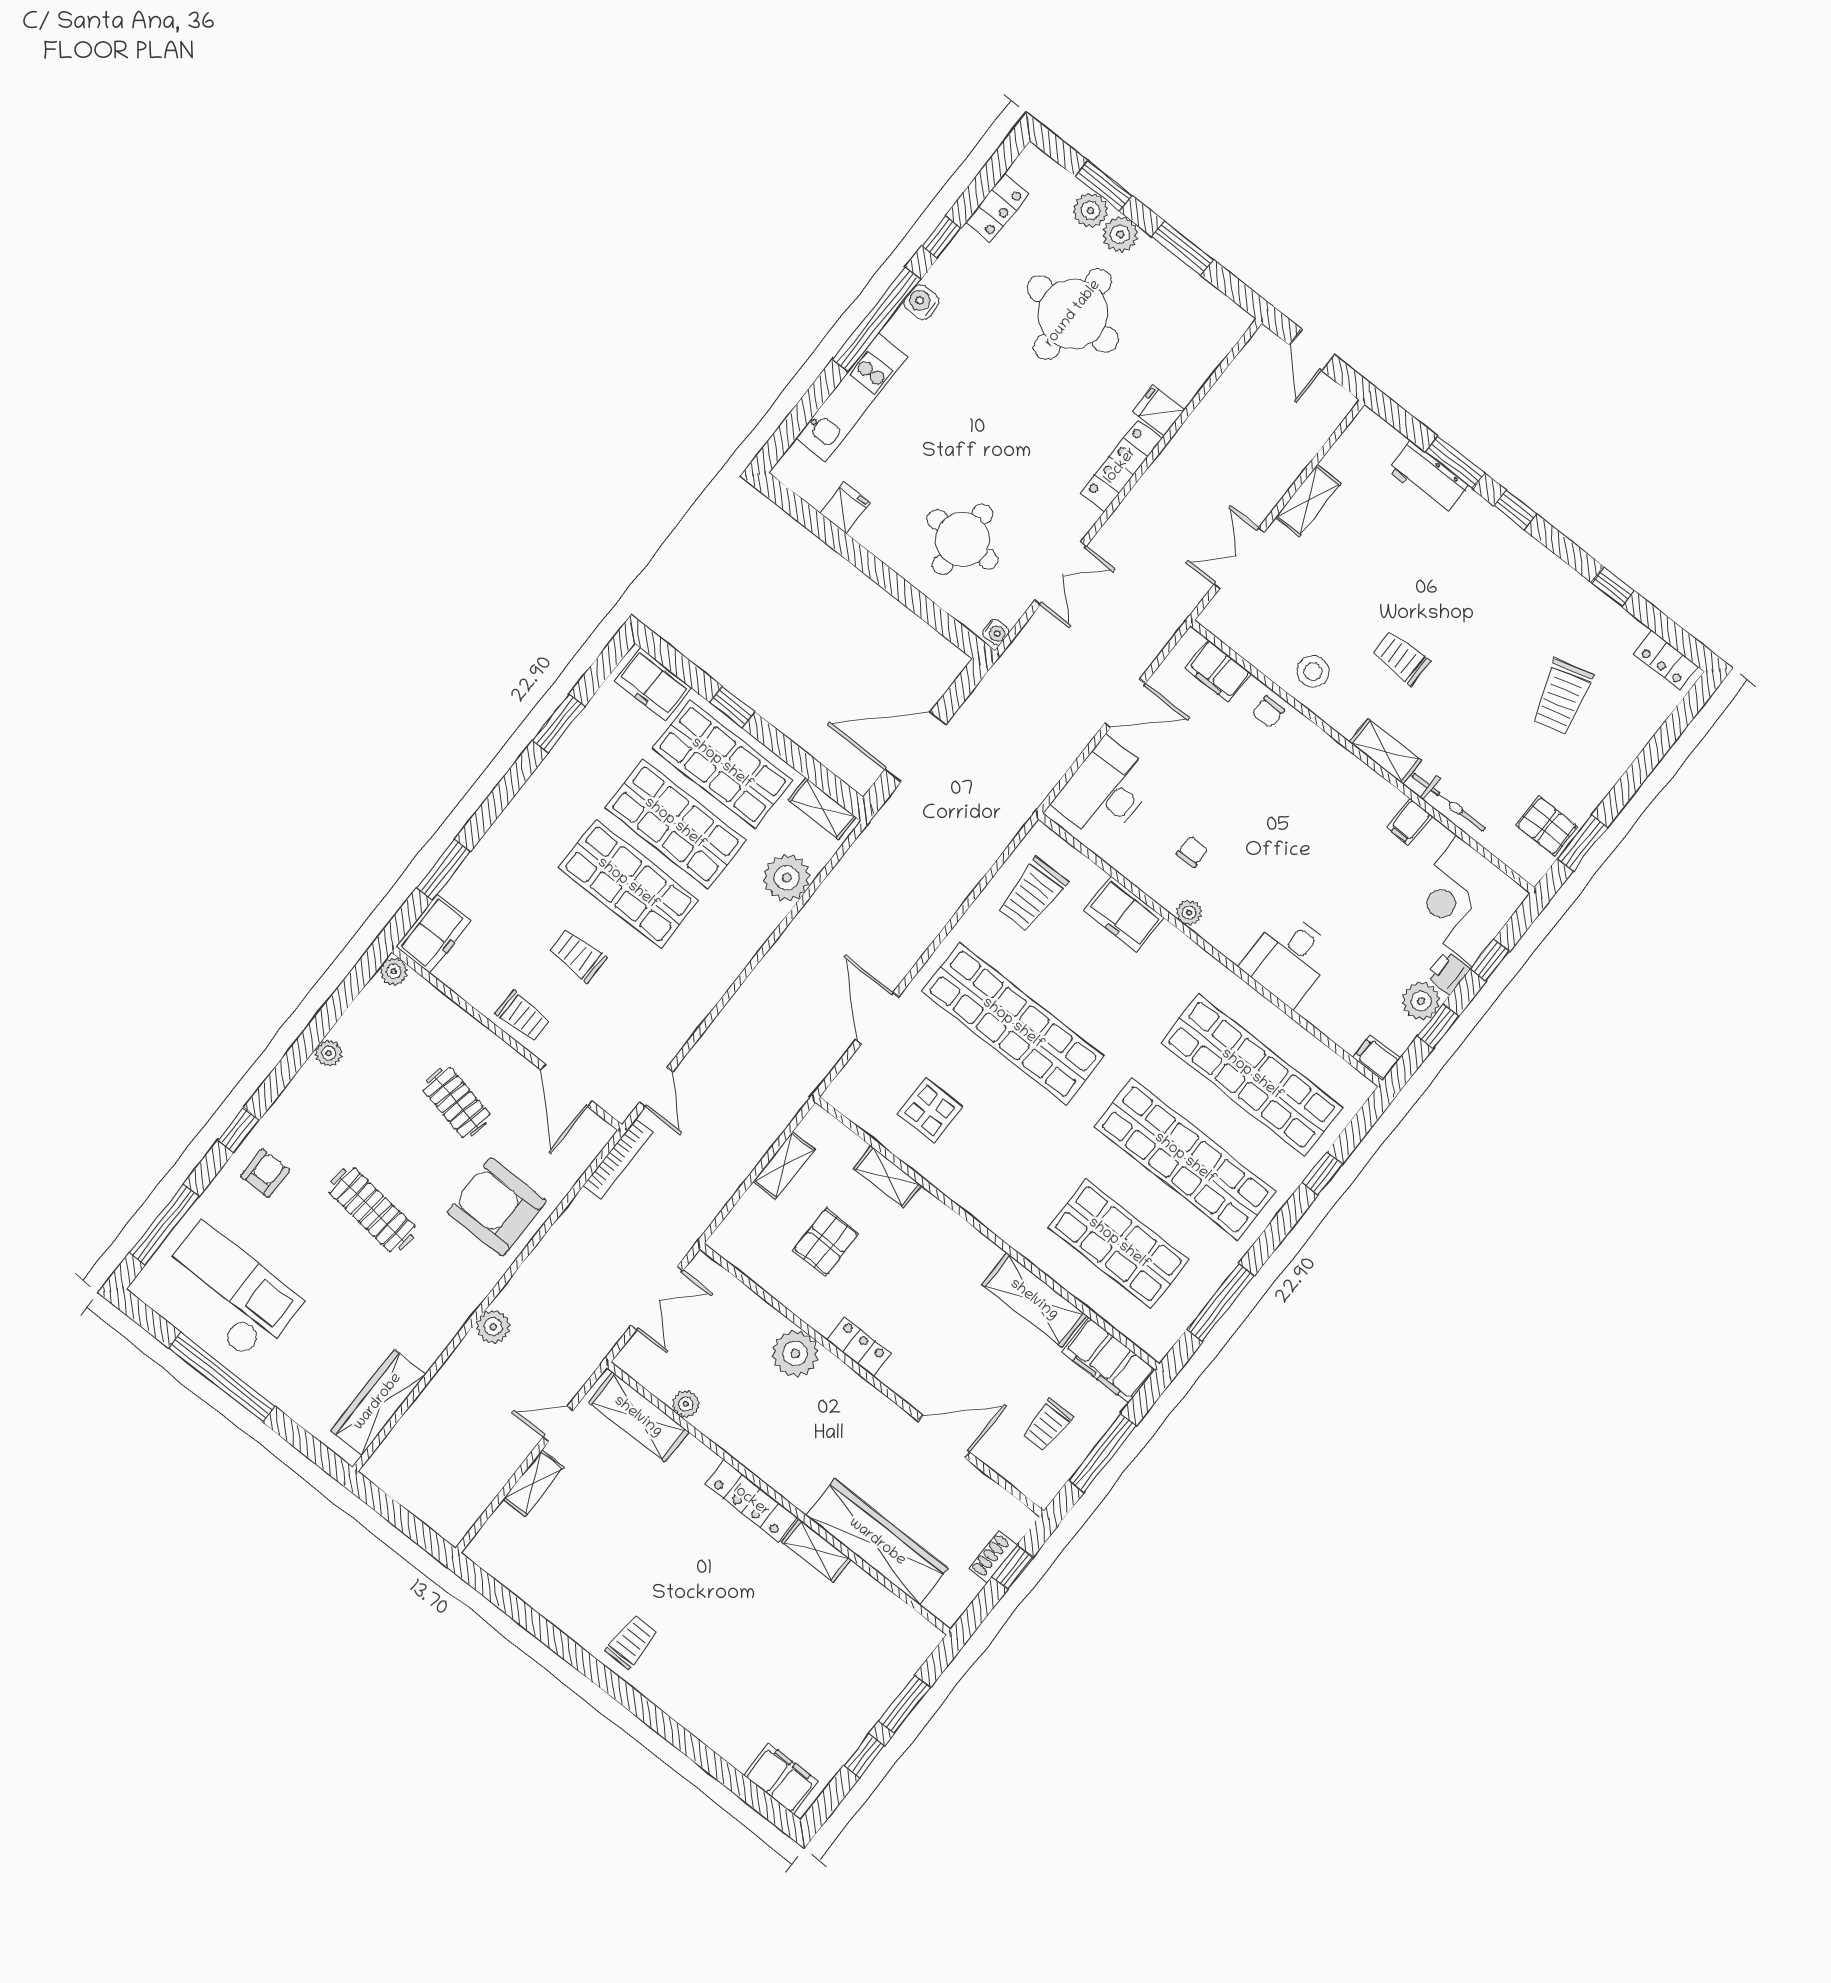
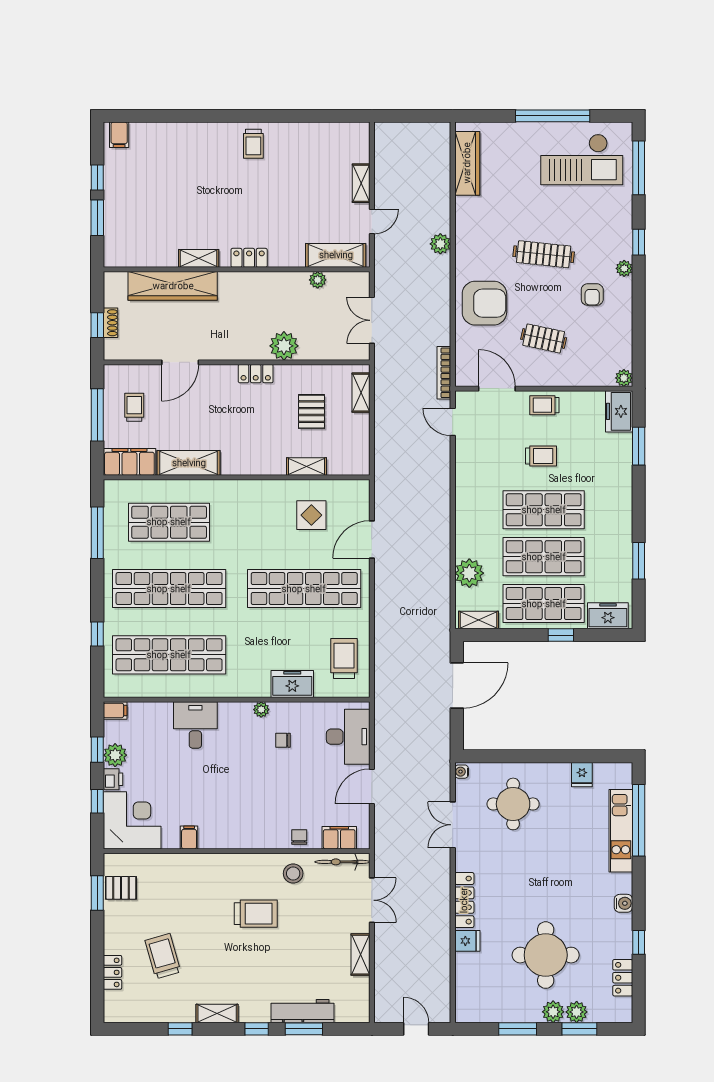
window: (876, 320) -> (639, 820), moved
workbench: (1428, 478) -> (303, 1011), width x1.38
trolley: (1401, 658) -> (256, 914), width x1.36, depth x1.39
locker: (1666, 660) -> (112, 972), moved, turned 90
shelving: (1385, 751) -> (217, 1013), moved
bicycle: (1449, 802) -> (342, 862), moved
chair: (1192, 852) -> (283, 740), turned 90
door: (877, 1018) -> (372, 539), swing flipped
plant: (329, 1053) -> (624, 268), moved
shelving: (784, 1165) -> (361, 393), moved
armchair: (265, 1173) -> (592, 295), moved
locker: (751, 1501) -> (249, 258), width x0.66
filing cabinet: (781, 1778) -> (119, 135), width x0.50

